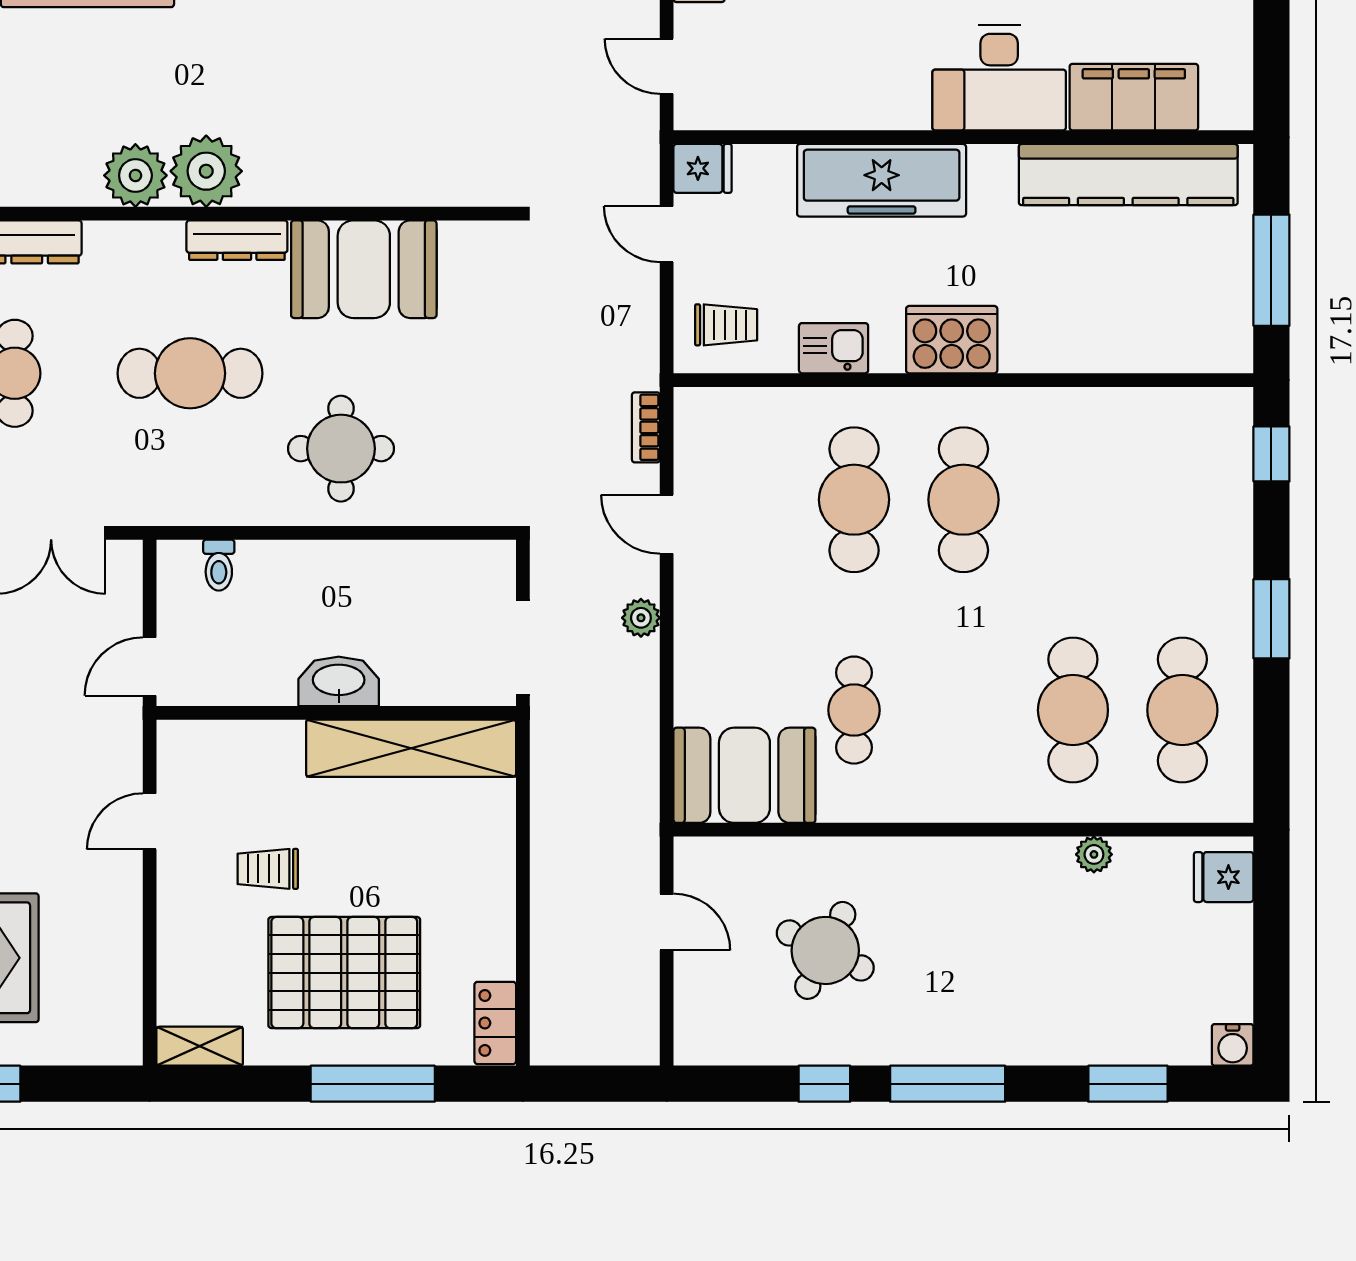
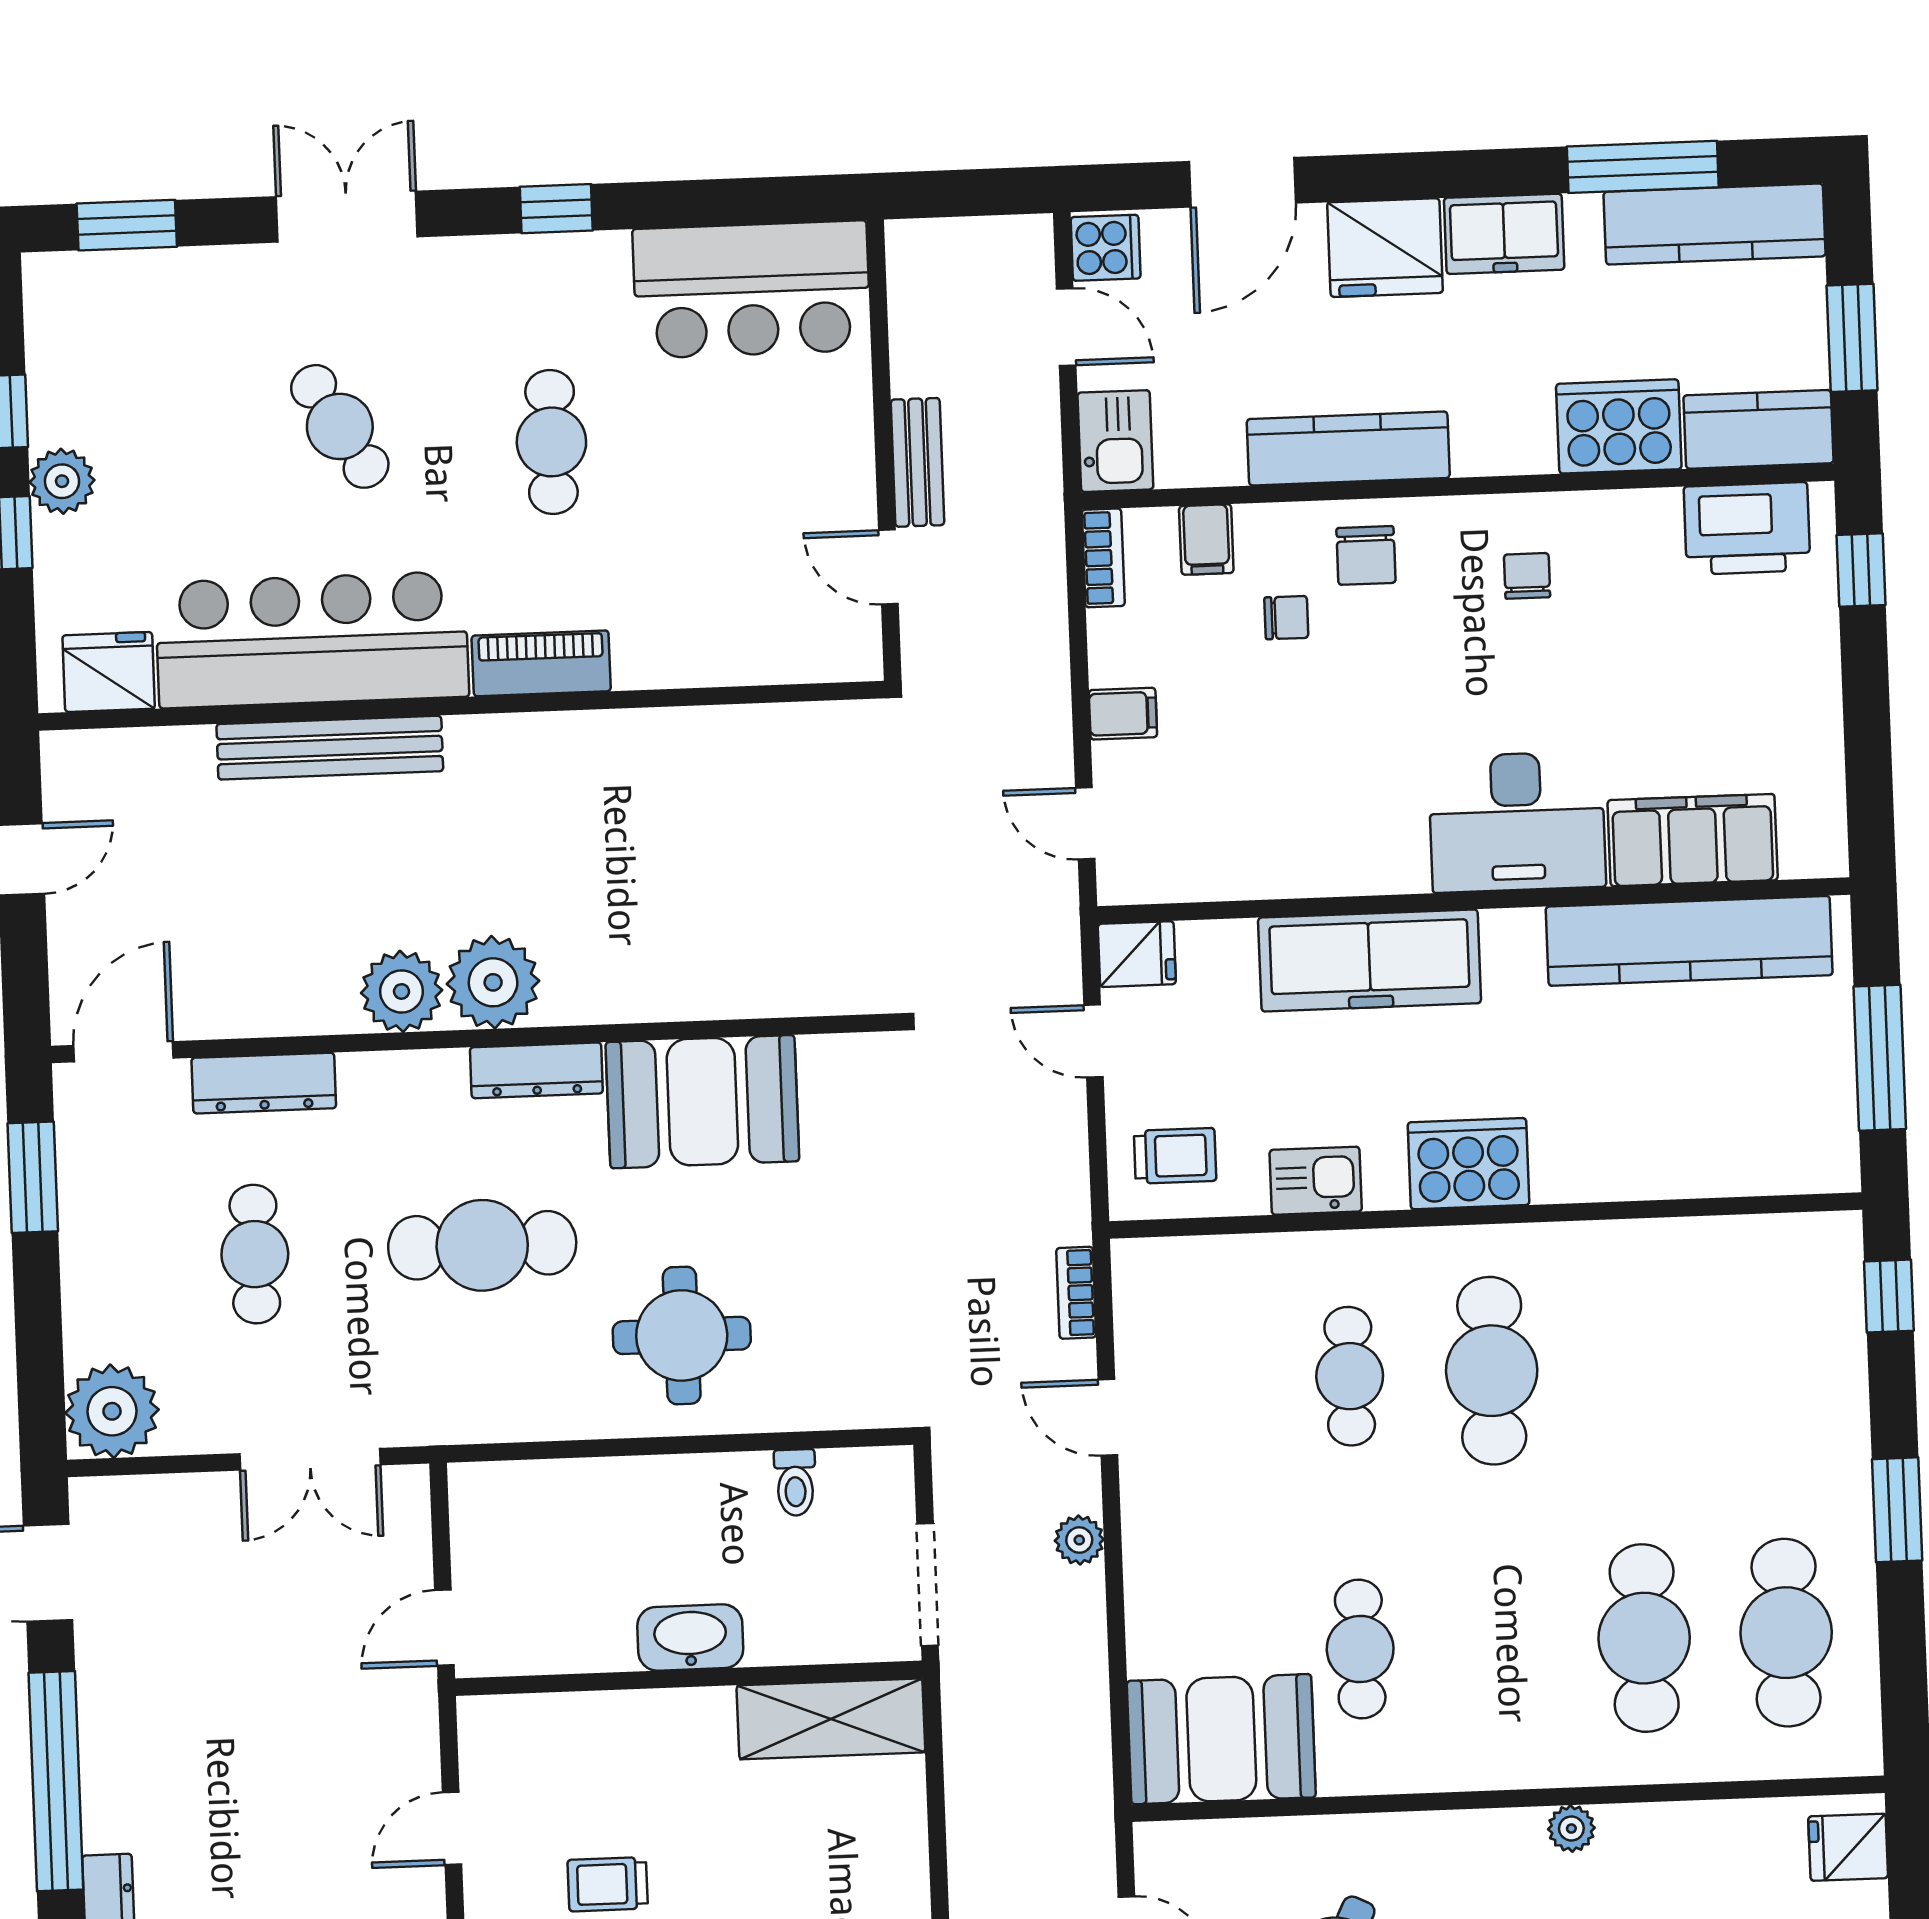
cafe table: (854, 500) -> (1350, 1376), width x0.73, depth x0.74
toilet: (219, 565) -> (795, 1482), moved
shelving: (411, 748) -> (831, 1719), width x0.68
plant: (1094, 854) -> (1571, 1829), moved

